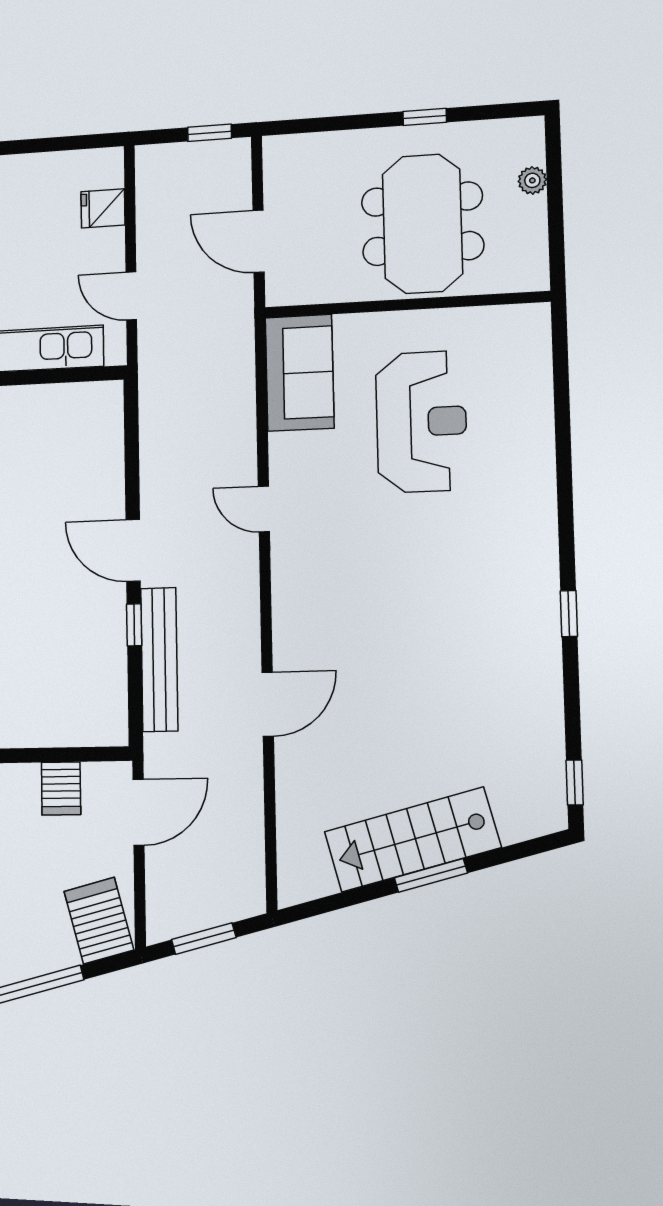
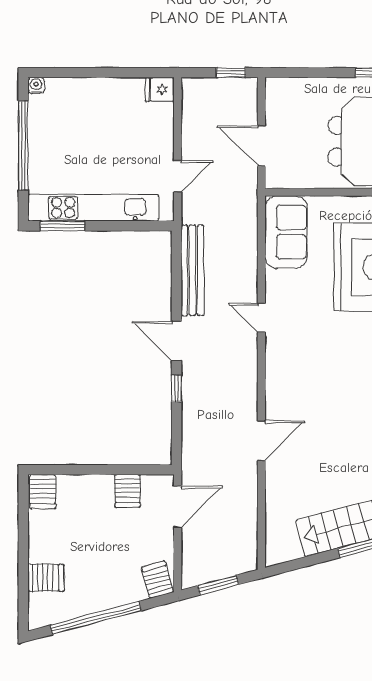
fridge: (103, 208) -> (160, 89), moved
door: (131, 296) -> (178, 176), swing flipped
bench: (159, 660) -> (192, 270), moved
server rack: (99, 921) -> (157, 580), width x0.73, depth x0.70

